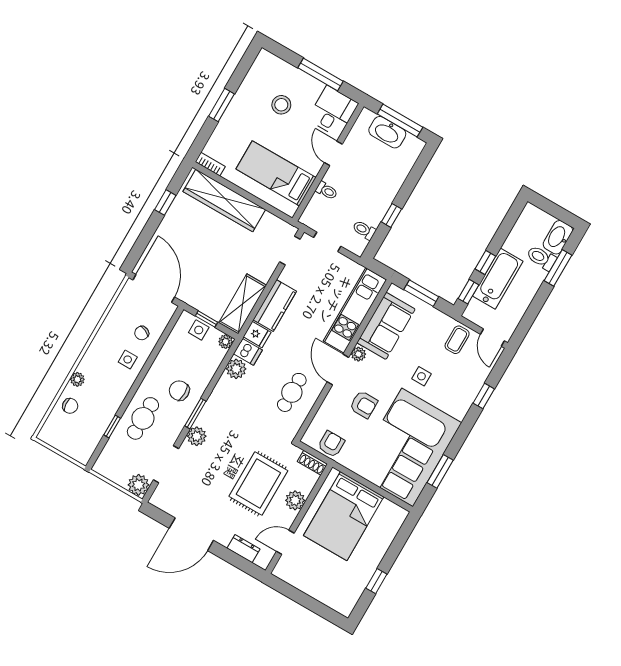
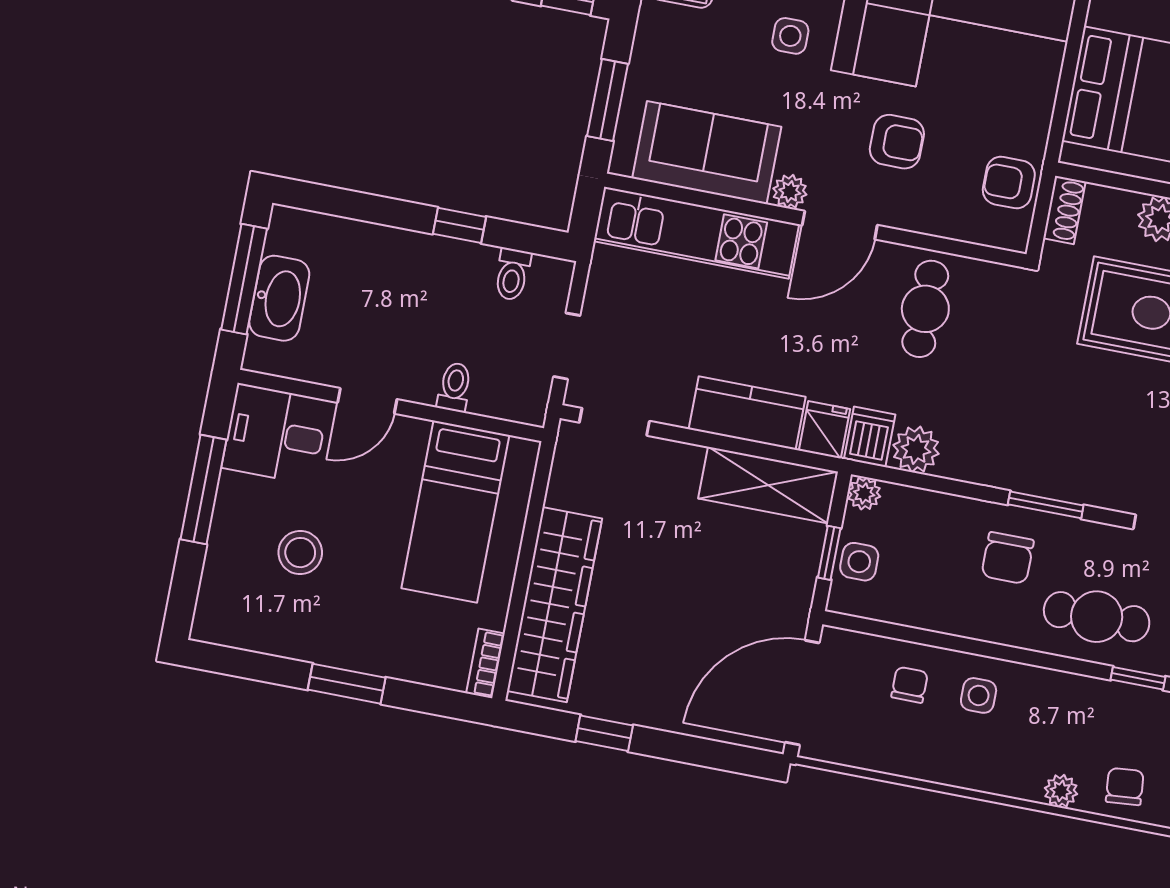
chair: (142, 333) -> (910, 685), turned -115
cafe table: (292, 392) -> (925, 309), turned 90
armchair: (364, 405) -> (897, 142), turned 90
plant: (197, 436) -> (1095, 485), removed

